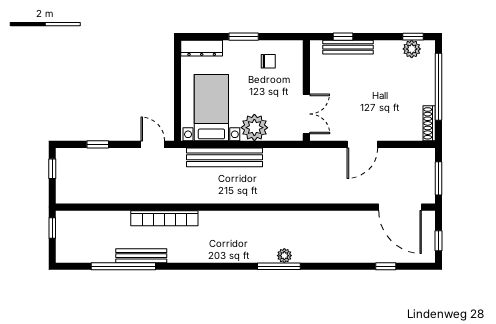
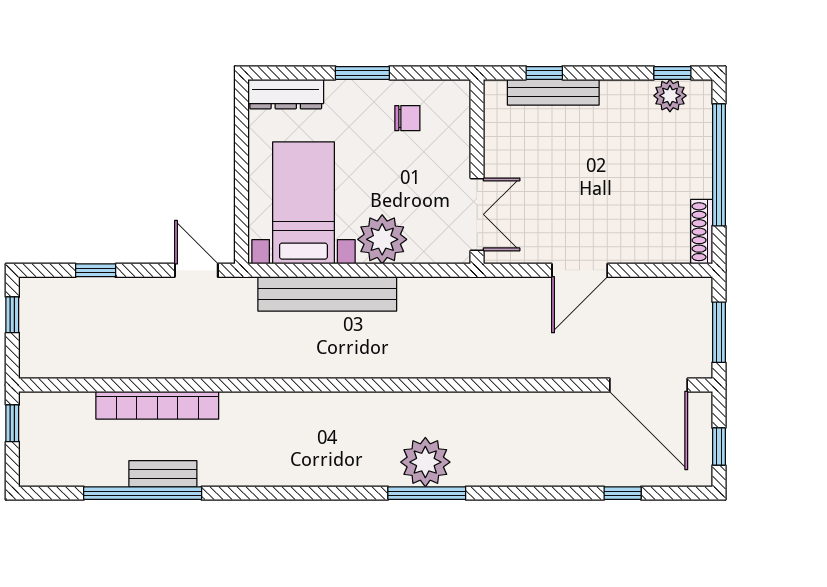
bookcase: (164, 218) -> (157, 405), moved
bench: (141, 256) -> (163, 474), width x0.73
plant: (284, 256) -> (425, 462), width x1.87, depth x1.87

